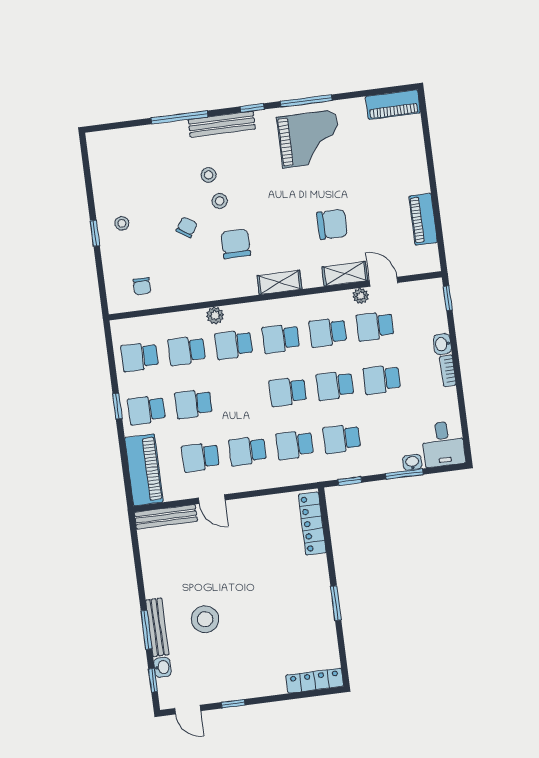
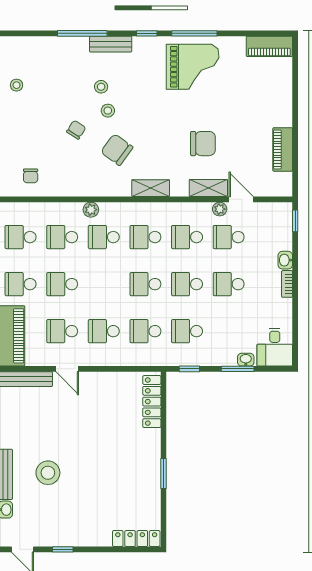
bench: (222, 124) -> (111, 44), width x0.73
stool: (122, 223) -> (17, 85), moved
chair: (236, 244) -> (117, 150), turned -54

